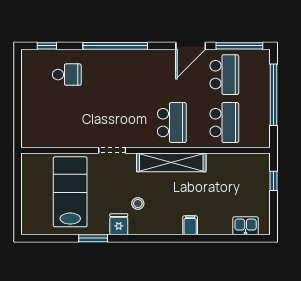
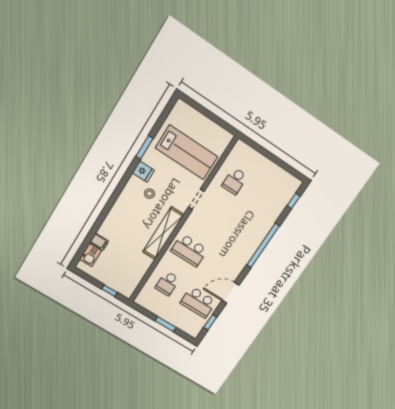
door: (191, 46) -> (230, 293), hinge flipped
window: (239, 46) -> (210, 322), width x0.46
school desk: (67, 75) -> (235, 181), moved
window: (274, 95) -> (165, 324), width x0.47
school desk: (224, 123) -> (167, 283), width x0.54
filing cabinet: (190, 225) -> (99, 242), moved

